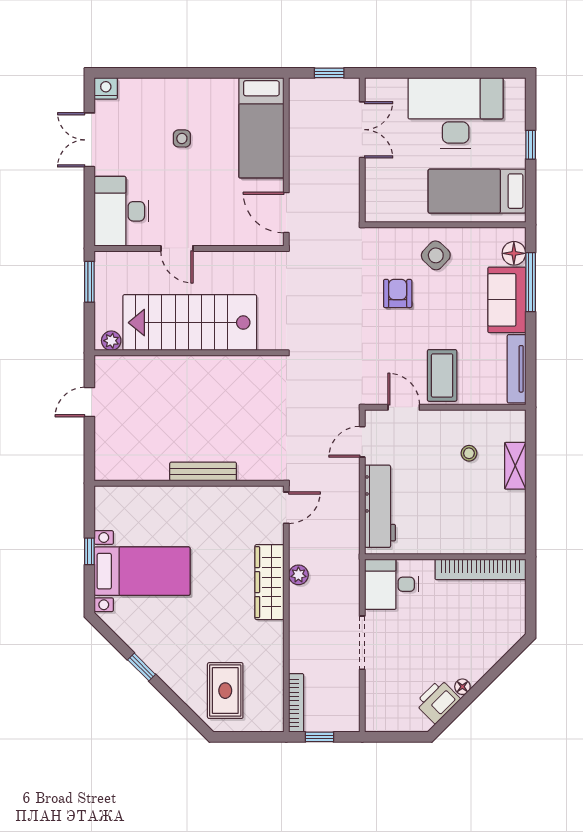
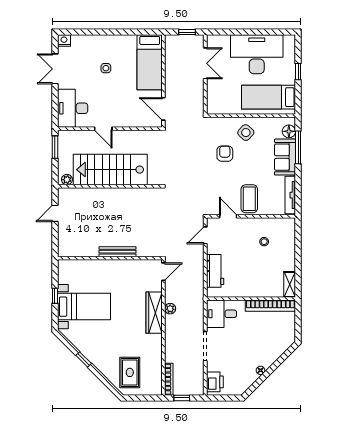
shelving: (515, 466) -> (290, 284), moved
workbench: (380, 506) -> (215, 271), width x0.73
printer: (438, 701) -> (215, 382), moved, turned 135

